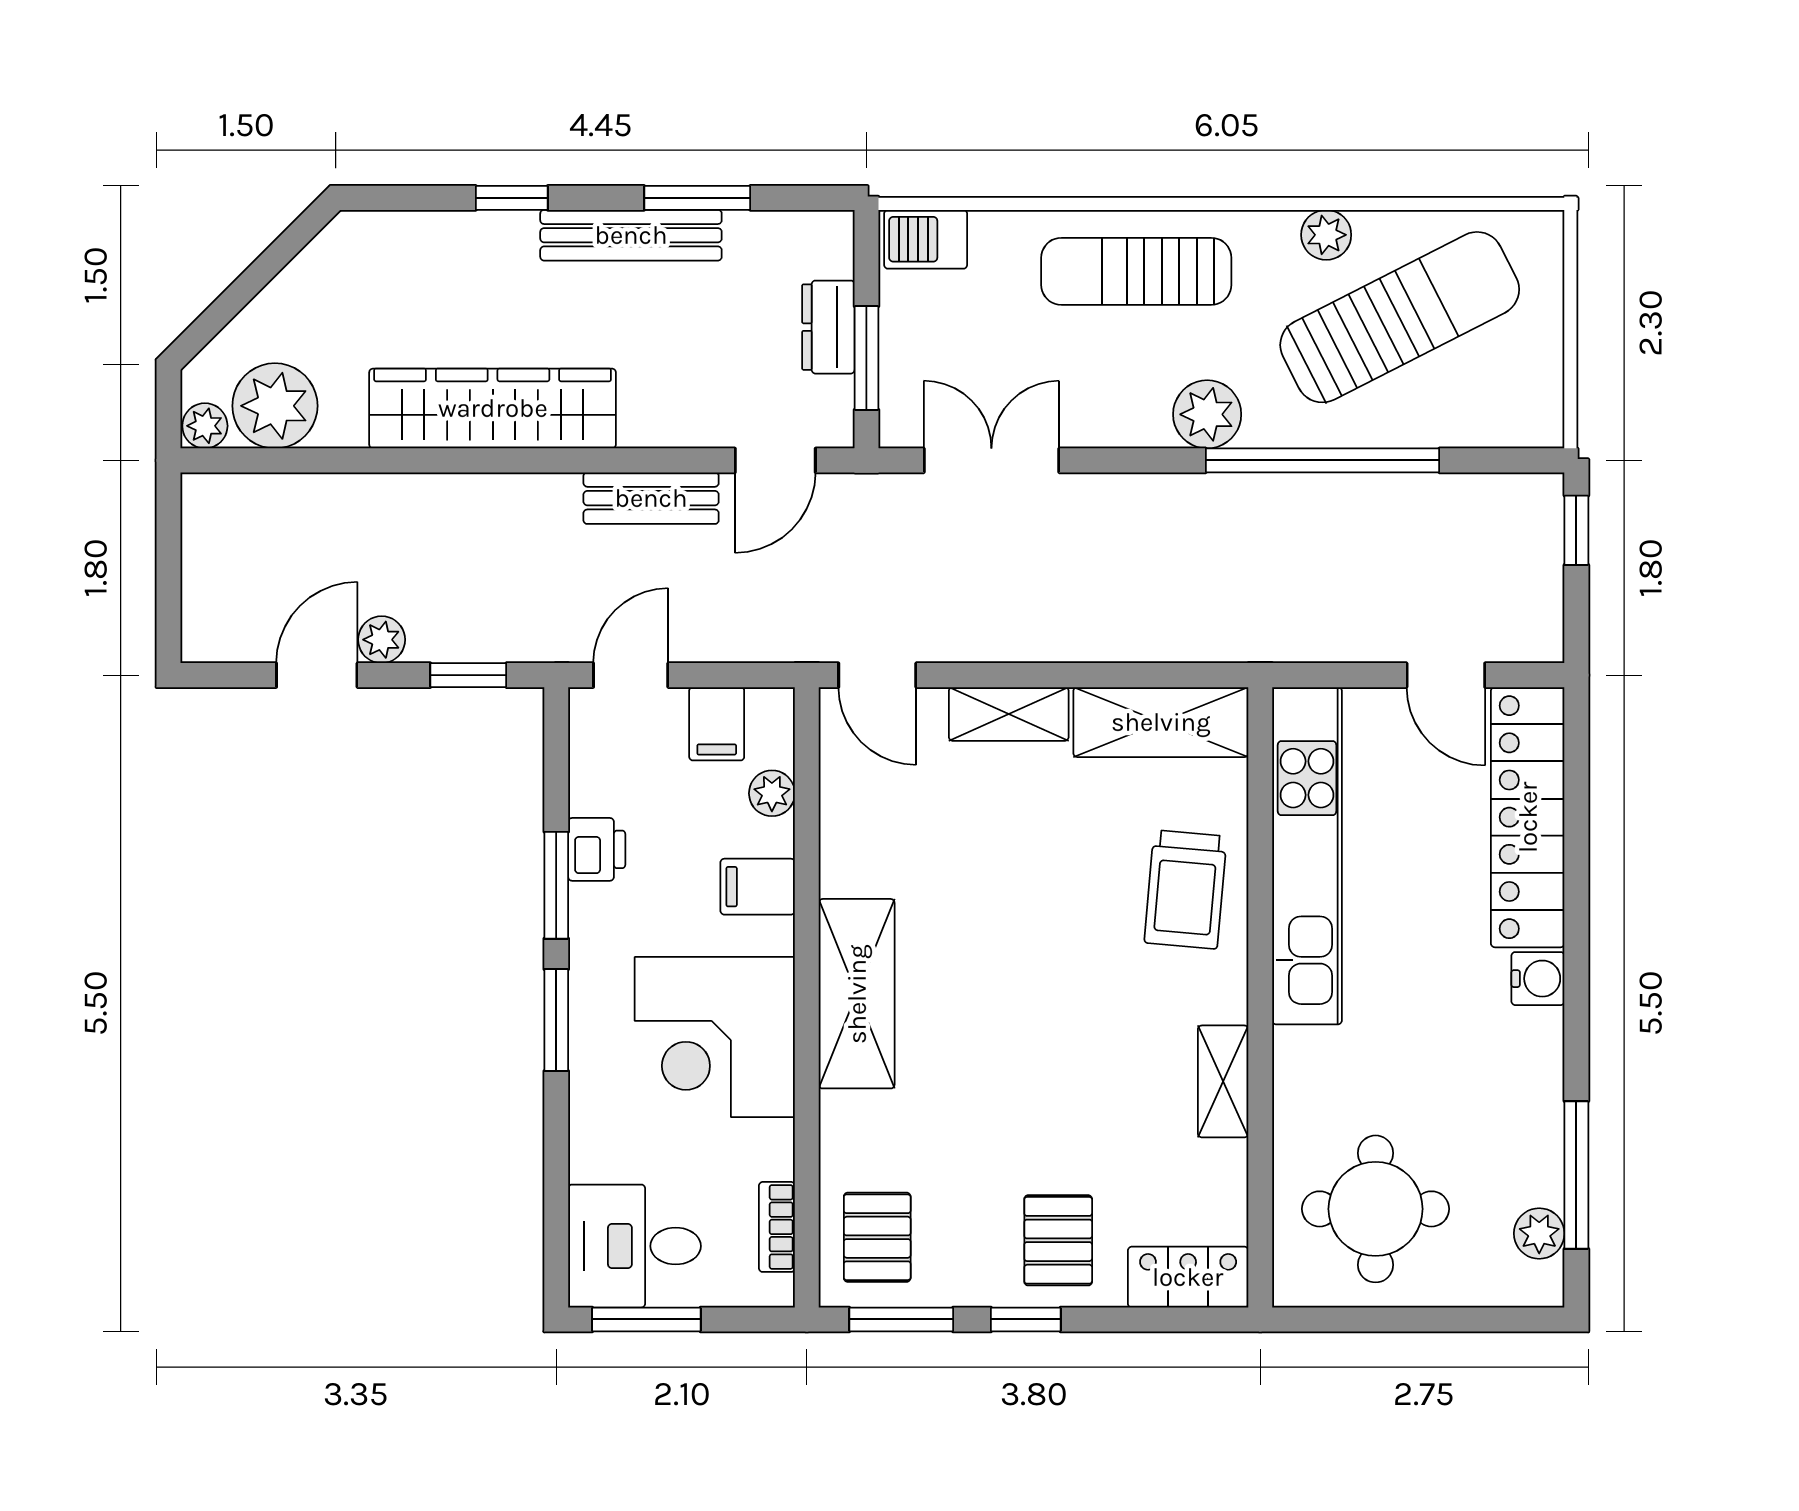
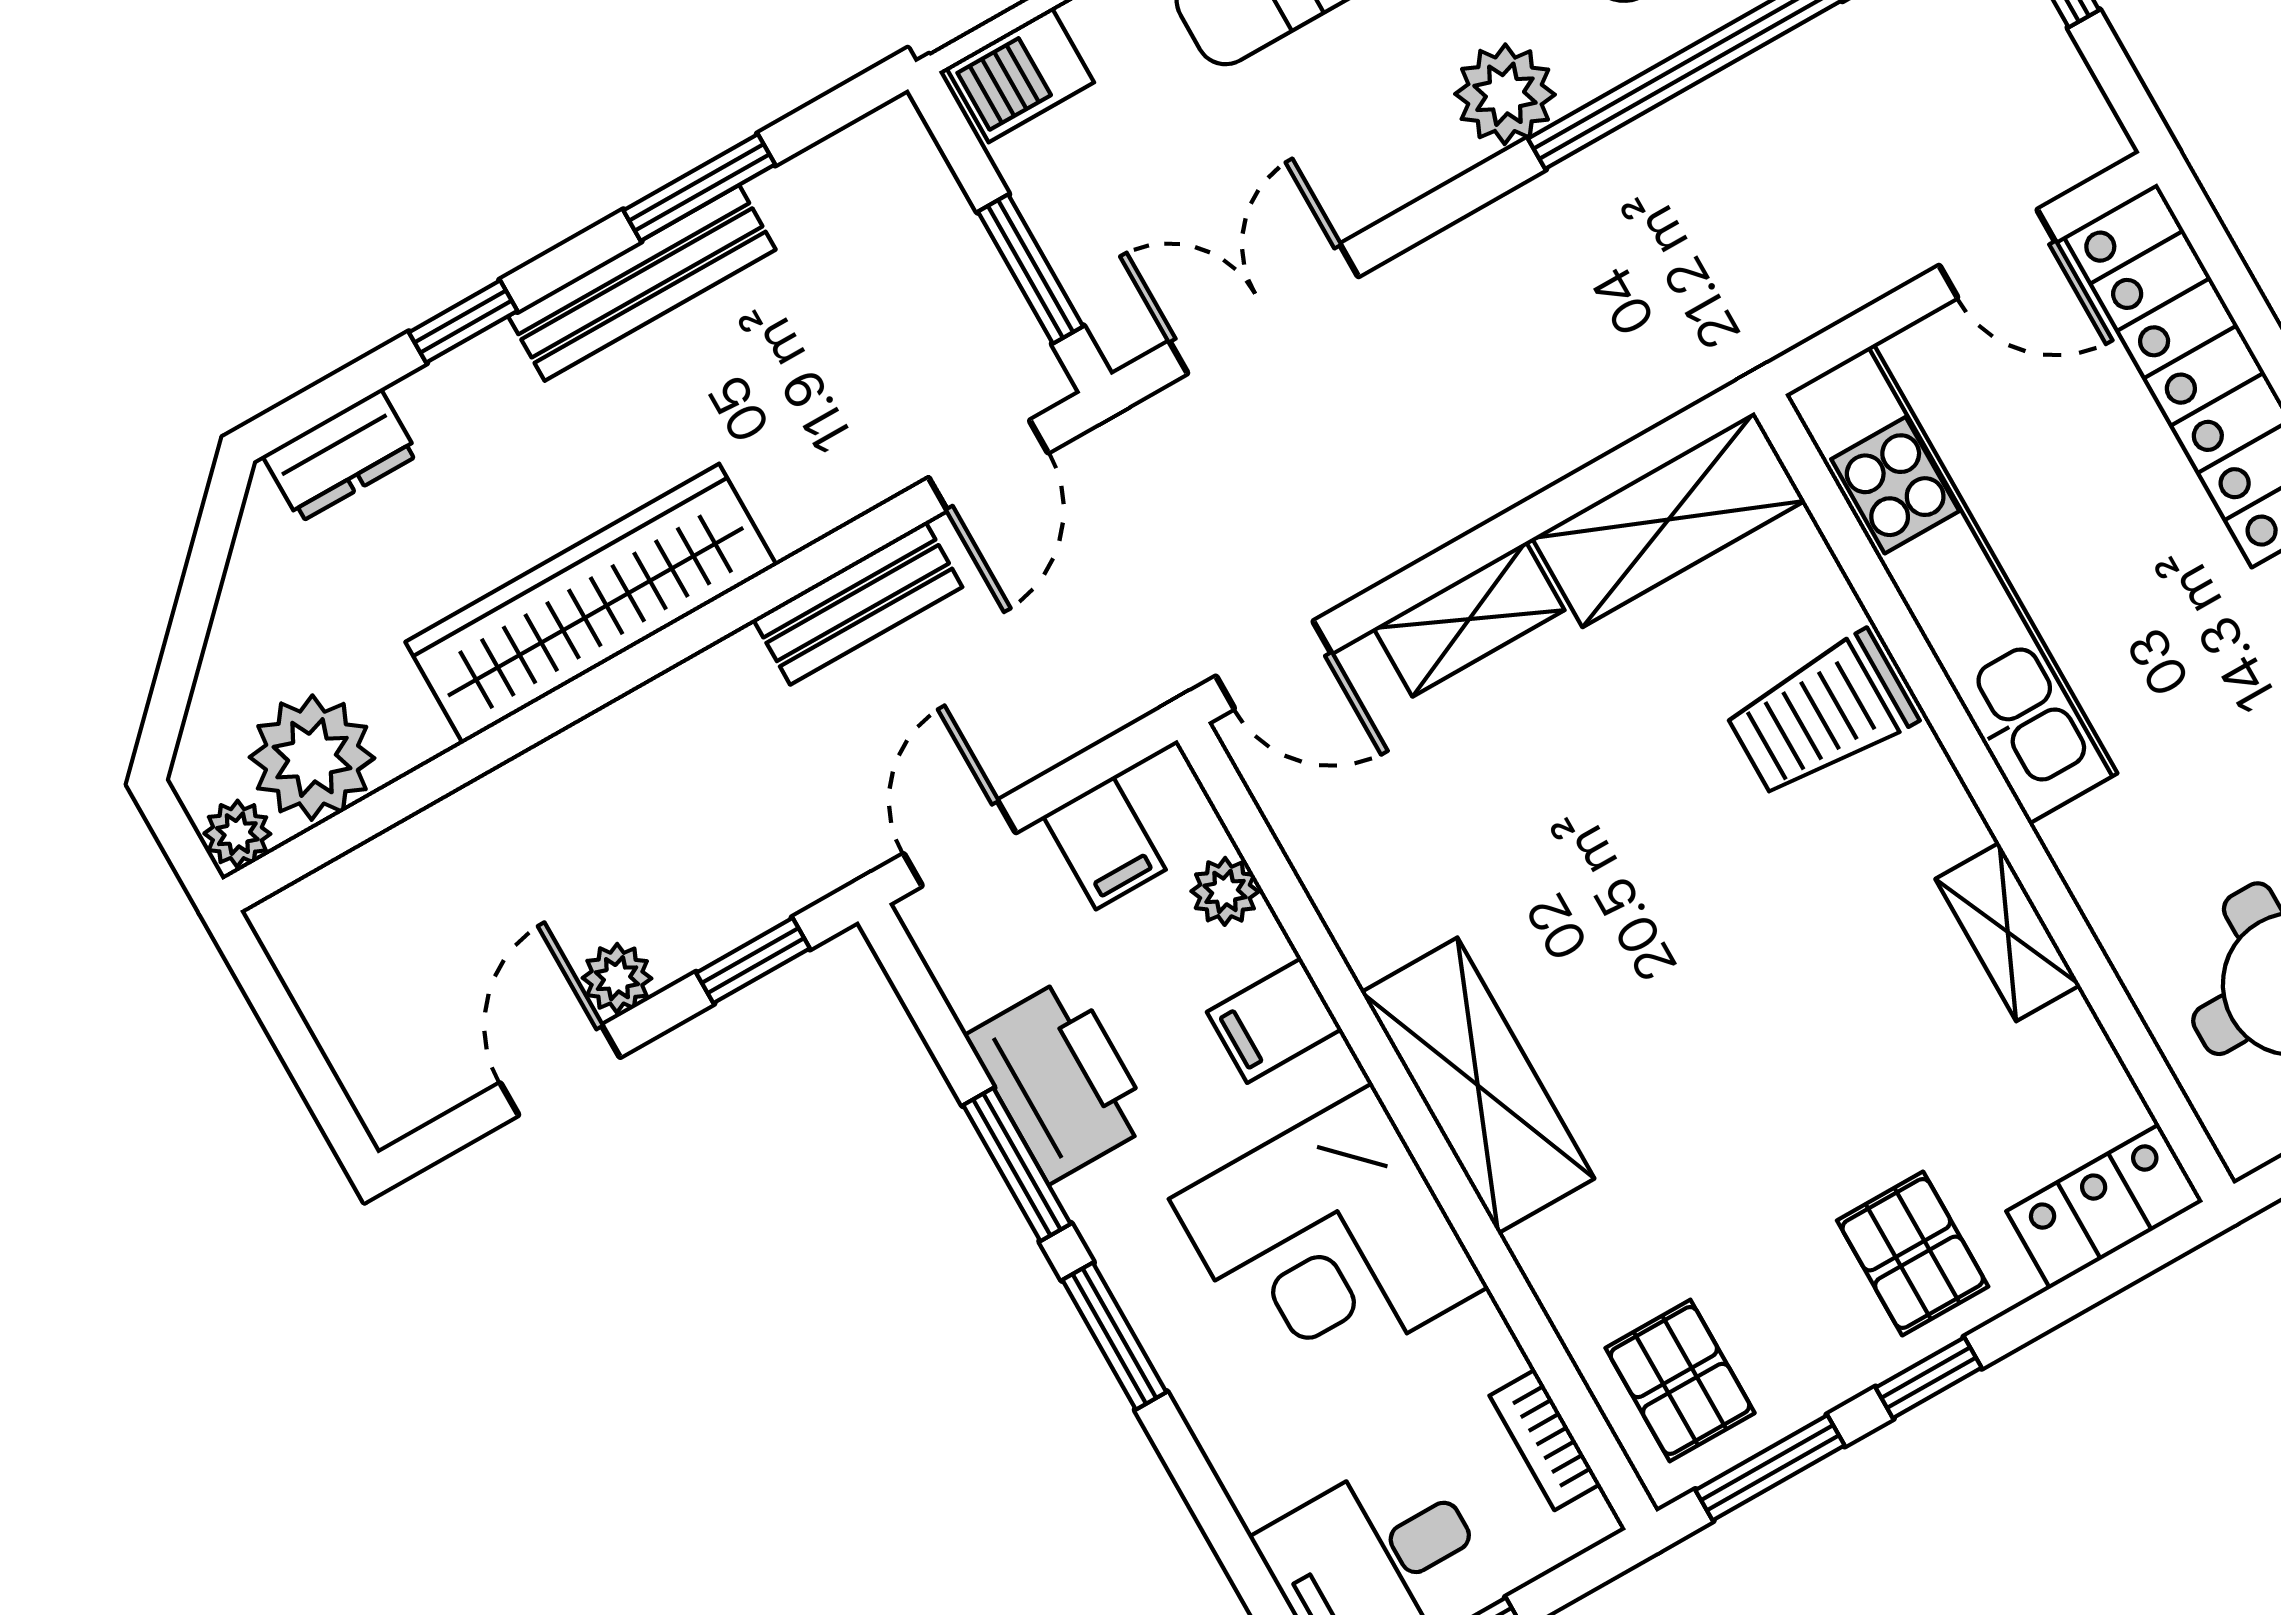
dresser: (828, 327) -> (340, 455), moved, turned -90
printer: (597, 849) -> (1060, 1080), width x1.87, depth x1.48
trolley: (1186, 890) -> (1821, 715), turned 85

